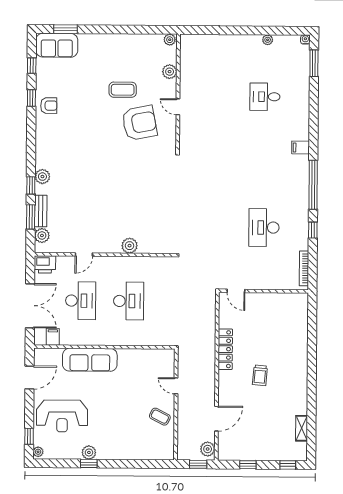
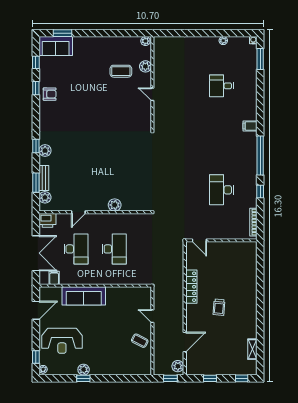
coffee table: (123, 90) -> (121, 71), moved
armchair: (139, 123) -> (122, 107), removed
window: (31, 185) -> (36, 146), moved

